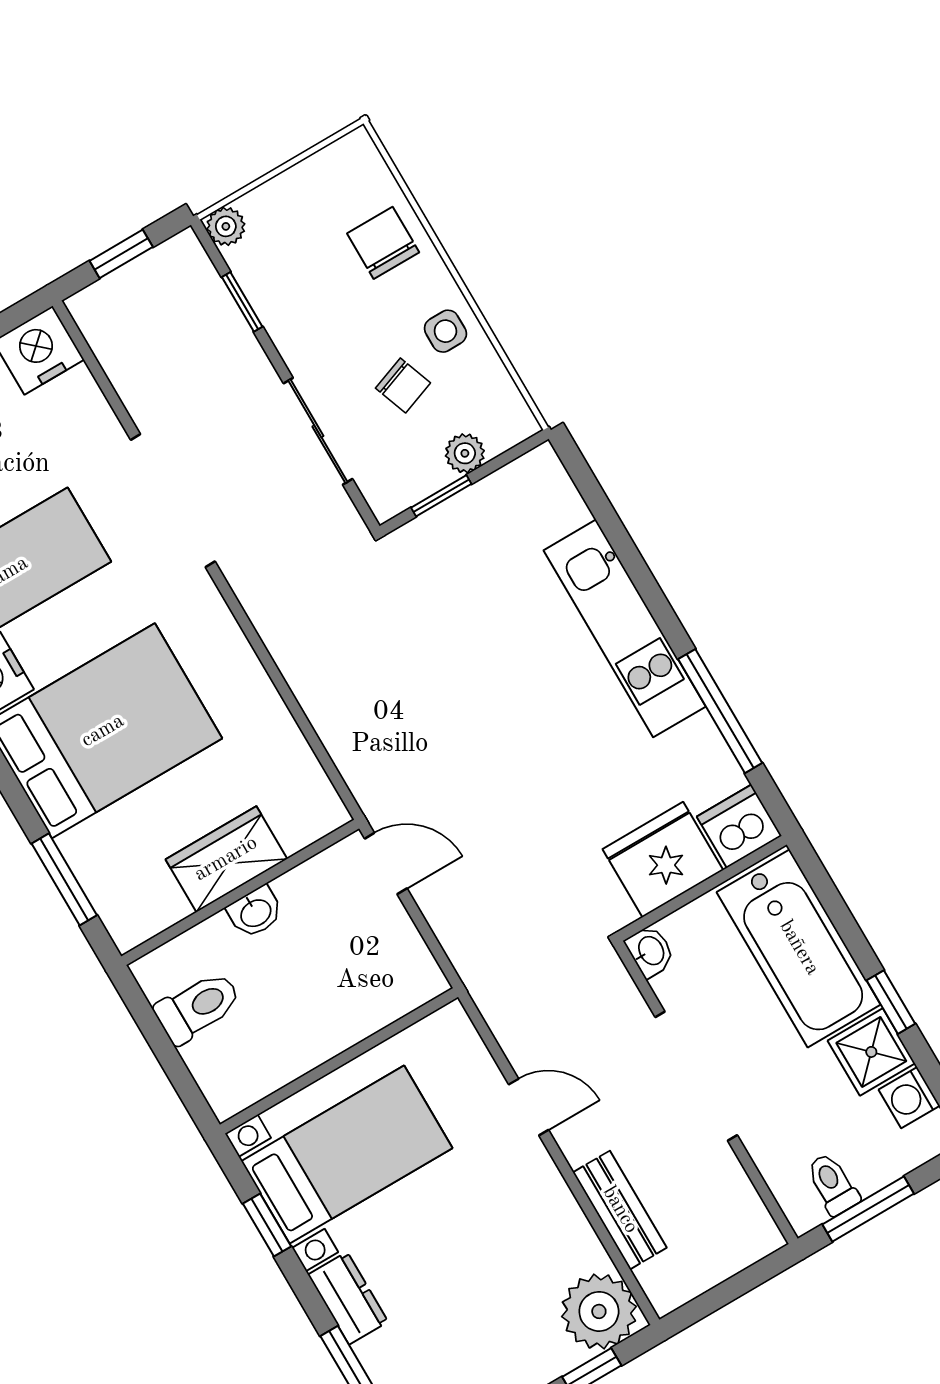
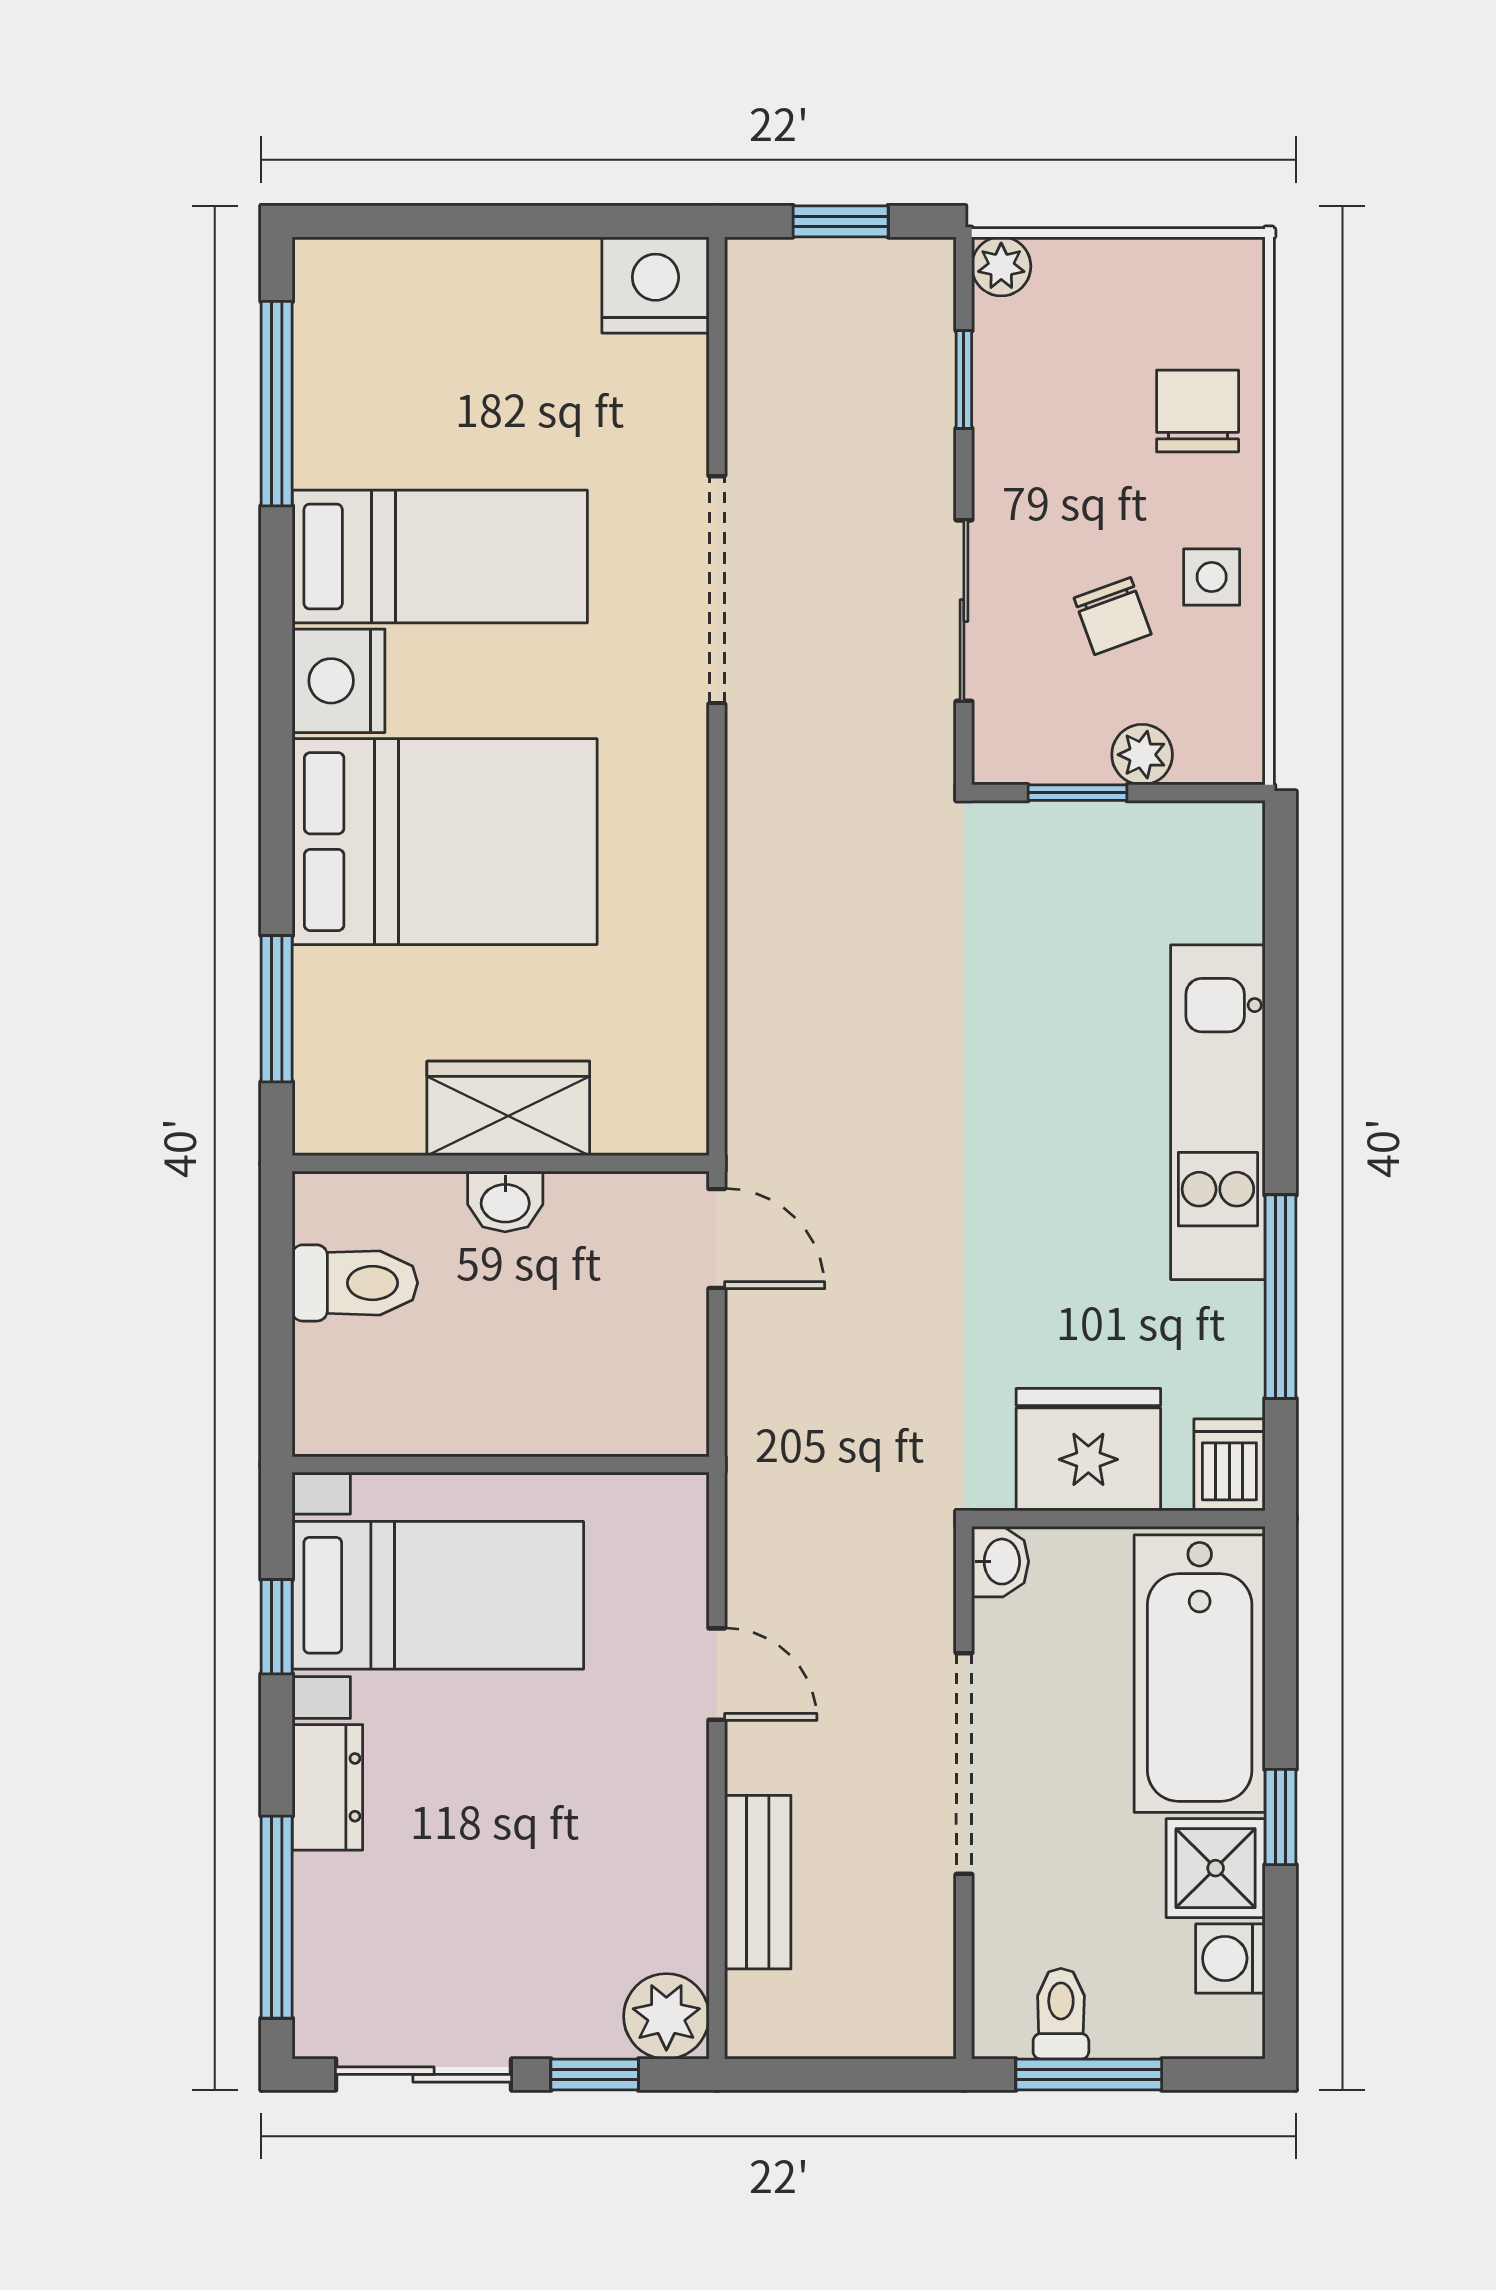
dishwasher: (739, 826) -> (1229, 1465), width x0.73
plant: (599, 1311) -> (666, 2016), width x0.73, depth x0.73

